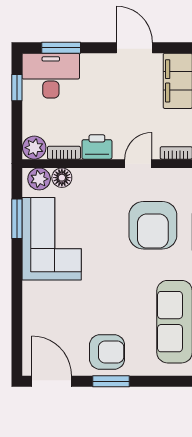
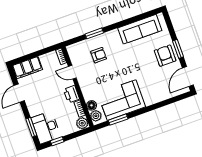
armchair: (153, 225) -> (99, 55), width x0.53, depth x0.53

